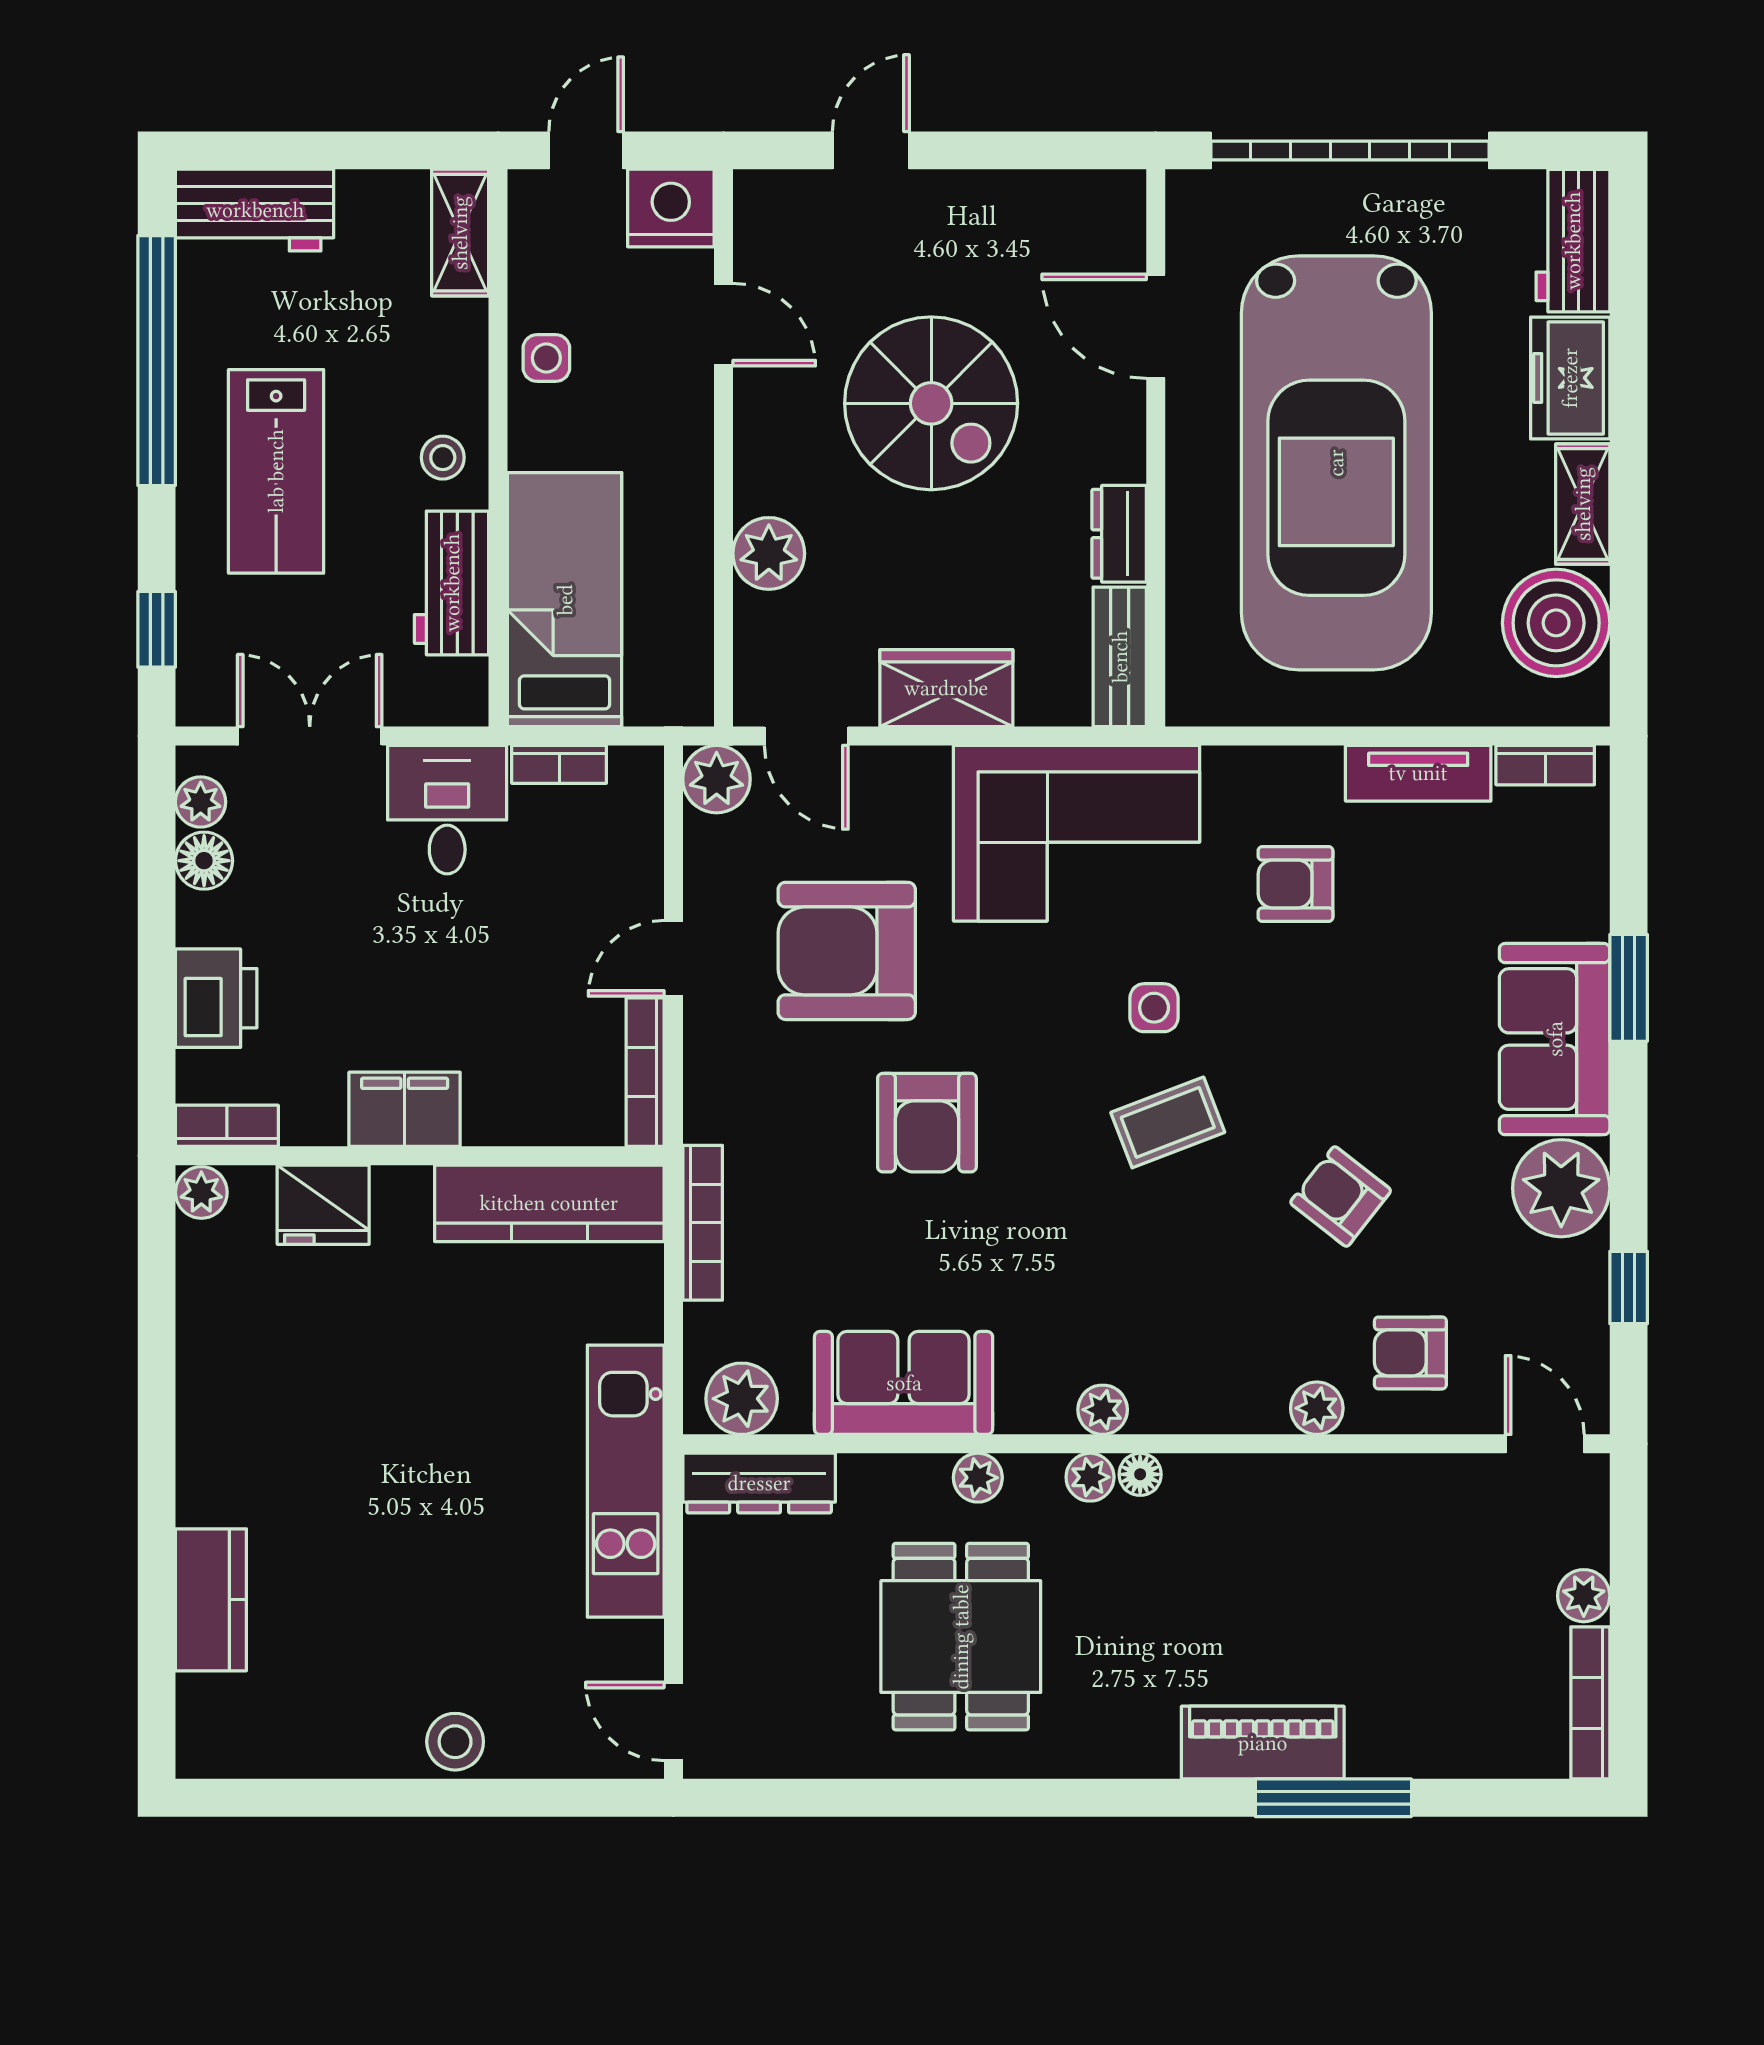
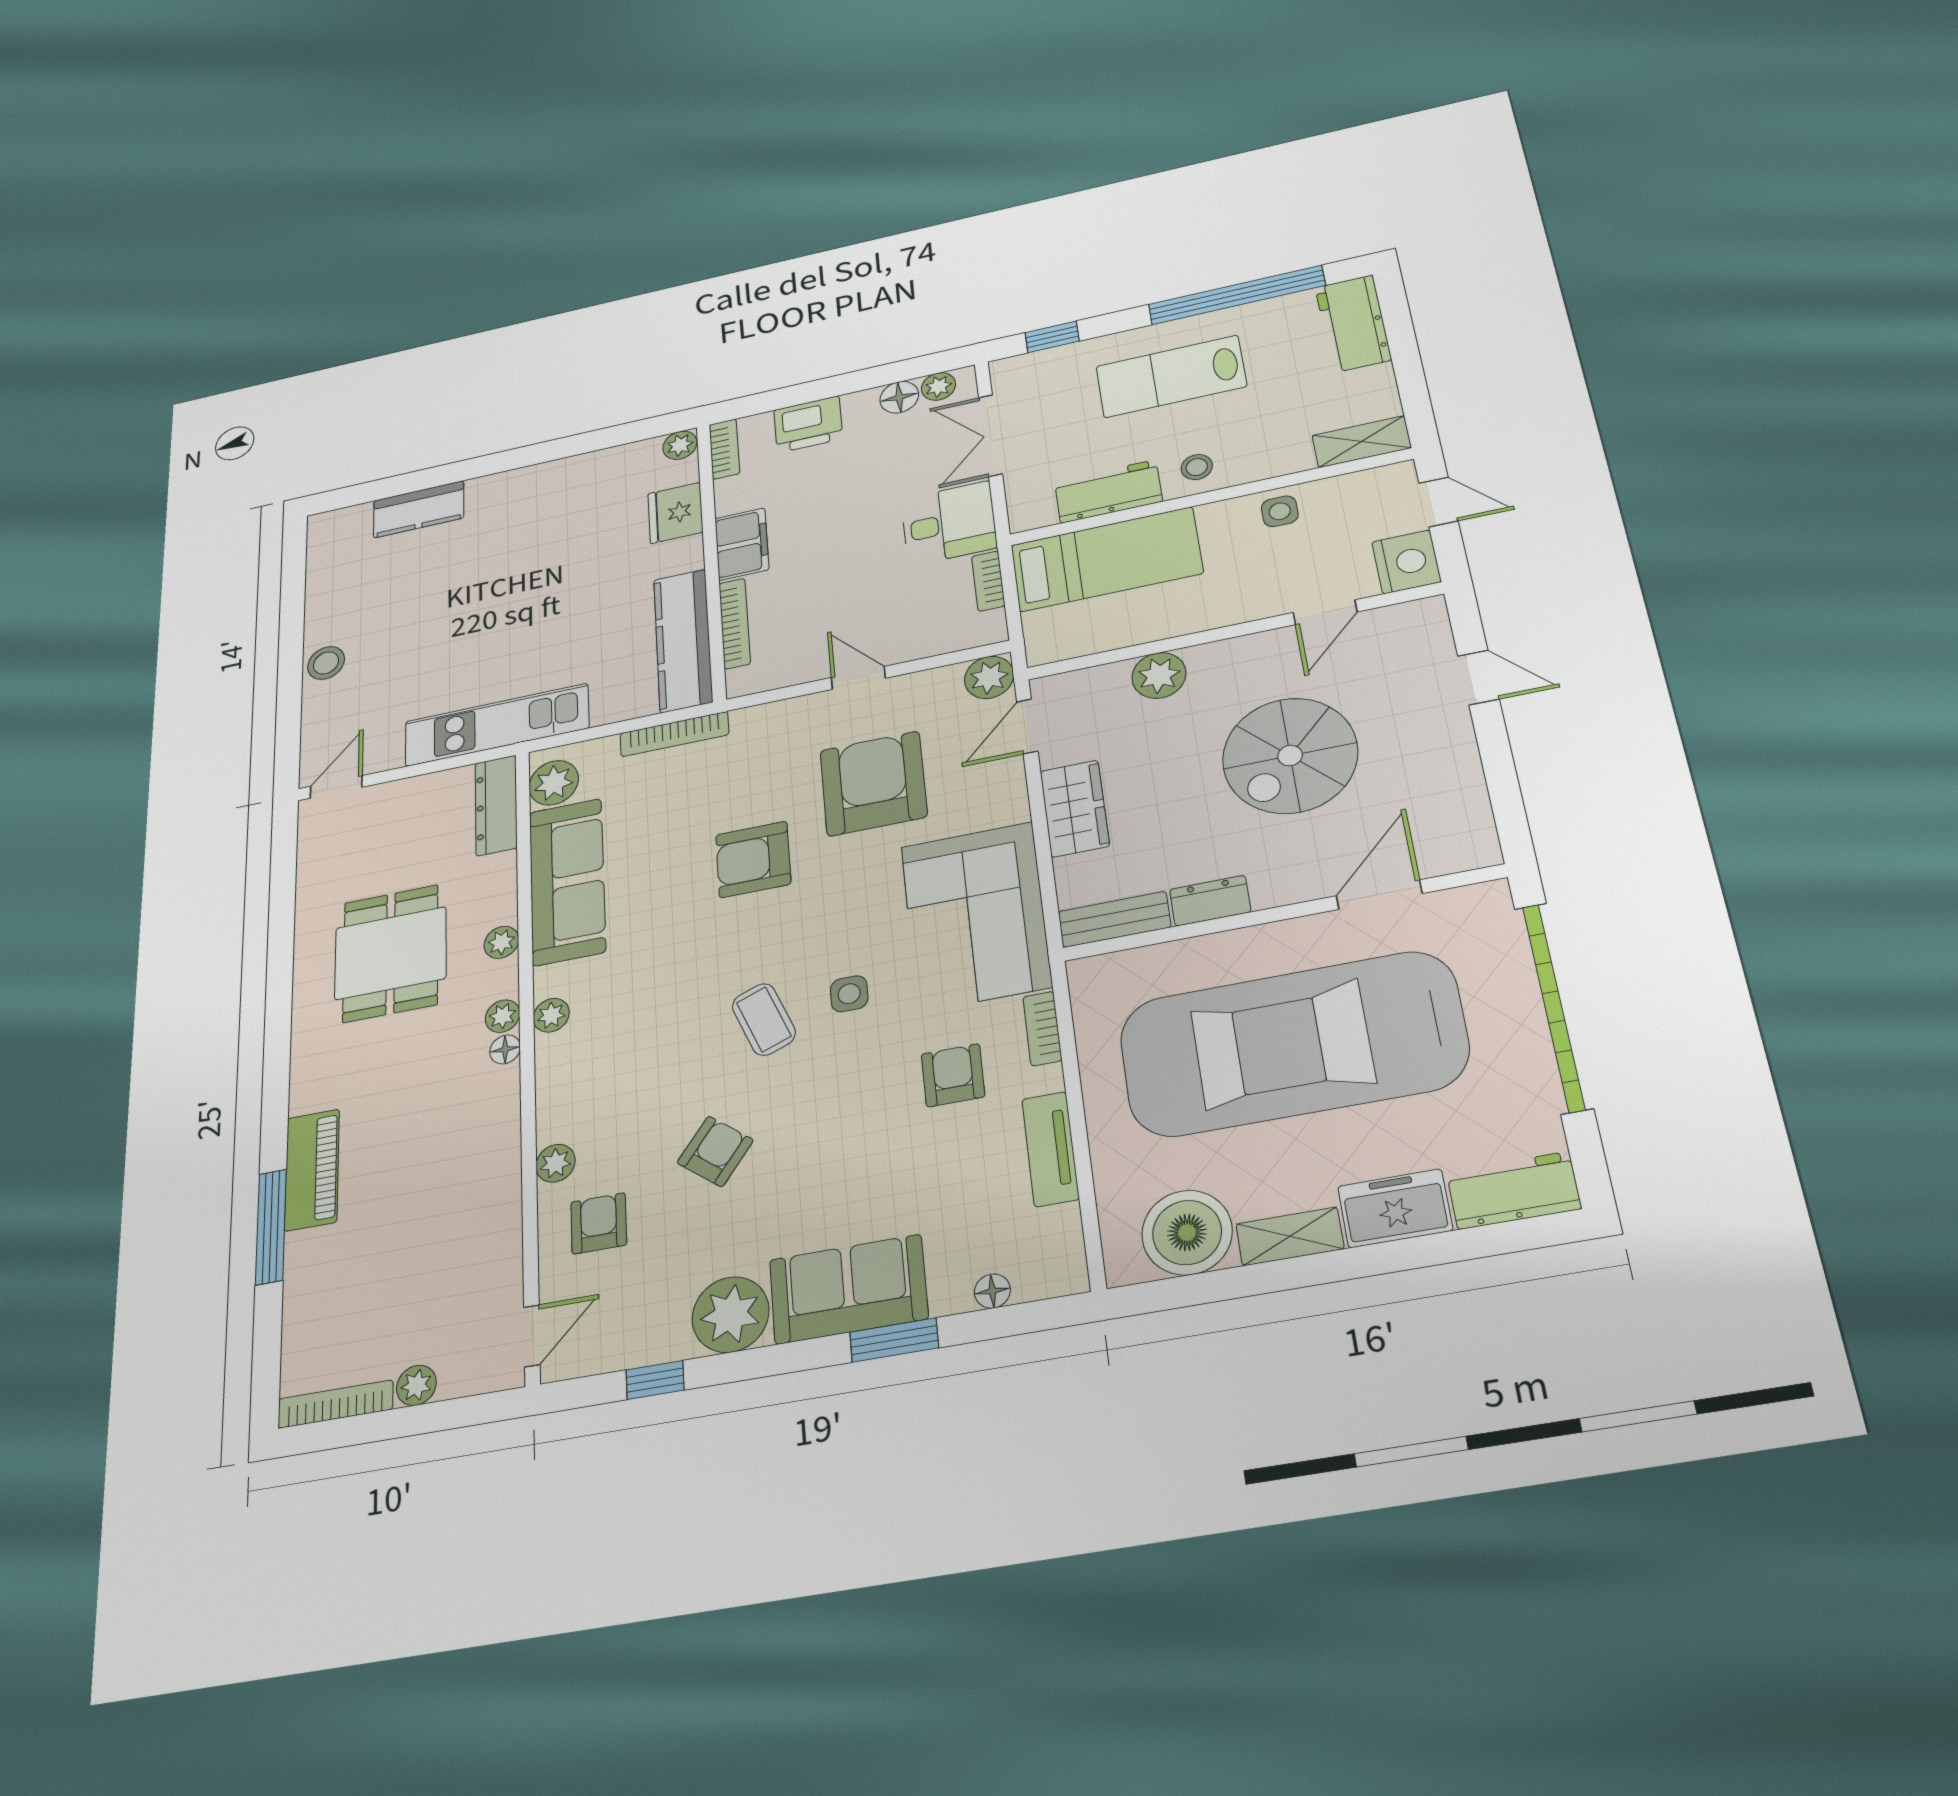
double door: (310, 736) -> (990, 436), swing flipped
bookcase: (1545, 765) -> (1042, 1029), moved
floor lamp: (1588, 863) -> (992, 1291), added
bookcase: (645, 1072) -> (735, 624), moved, turned 90
sofa: (904, 1383) -> (567, 881), width x1.36
dining table: (961, 1637) -> (390, 953), turned 90

